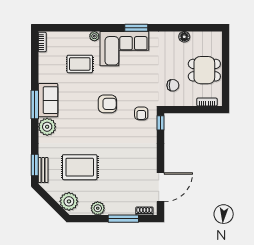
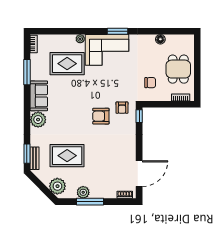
rug: (80, 64) -> (67, 64), width x1.36, depth x1.43
dining table: (204, 70) -> (178, 69), turned 90
window: (35, 104) -> (27, 72), moved
armchair: (107, 104) -> (101, 116), moved, turned 180
window: (123, 219) -> (90, 202), moved

